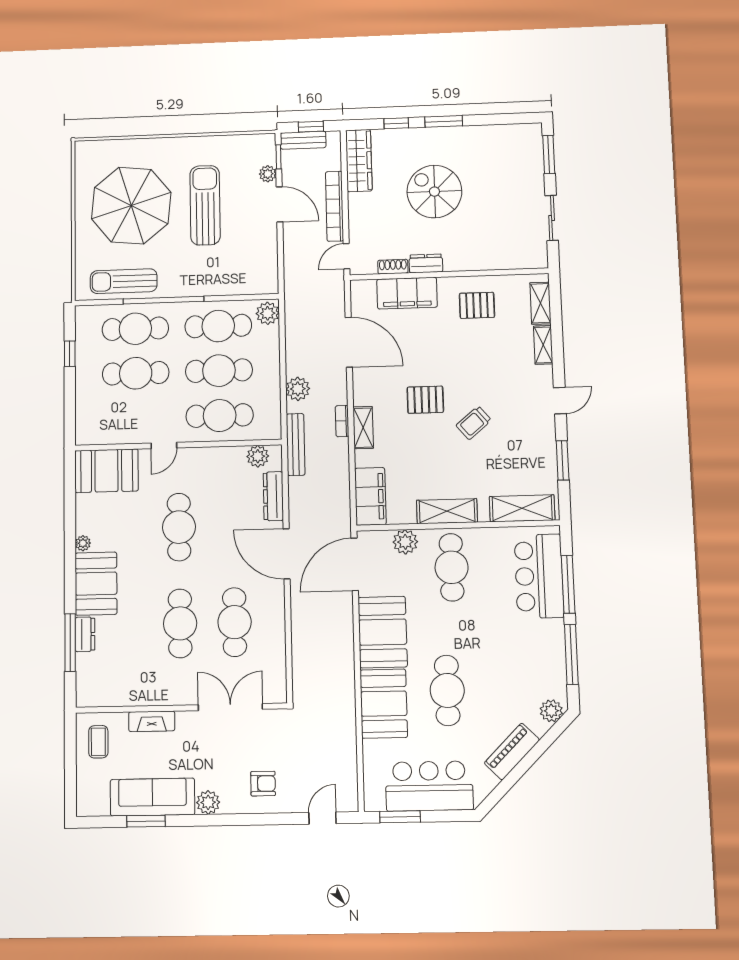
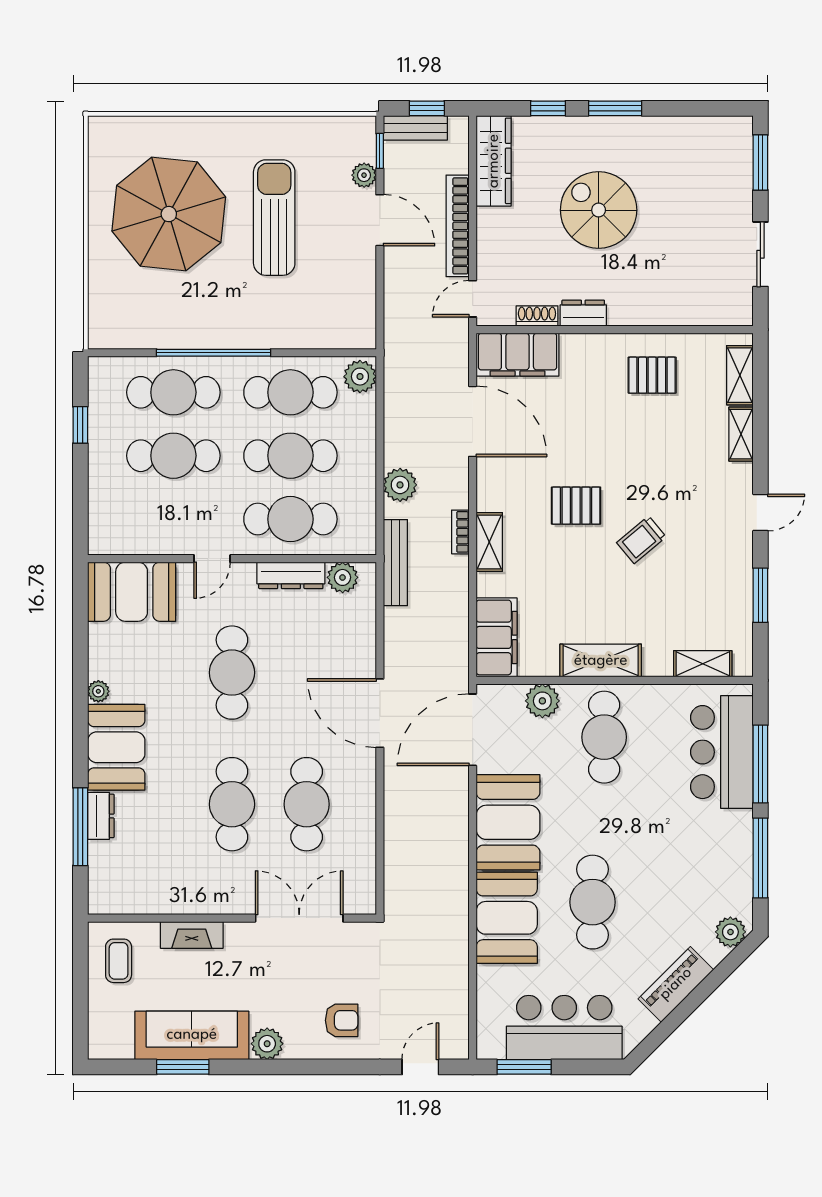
sun lounger: (124, 281) -> (157, 323), removed
filing cabinet: (407, 293) -> (517, 355), moved
dresser: (273, 496) -> (291, 575), moved, turned -90
shelving: (522, 508) -> (703, 664), width x0.67, depth x0.75

